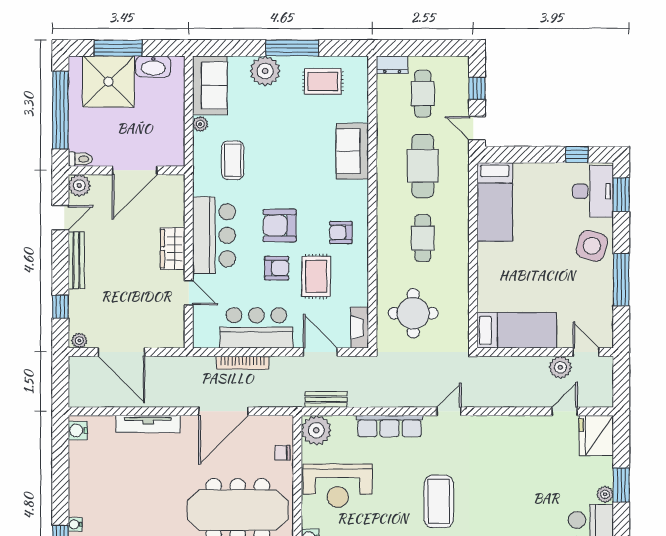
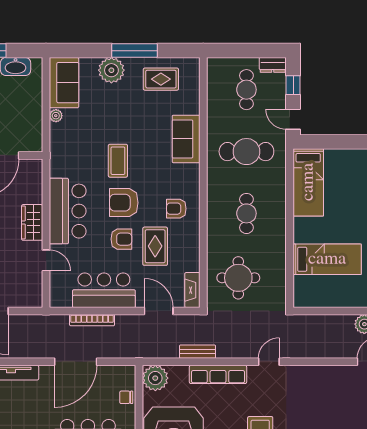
dresser: (392, 65) -> (273, 65), moved
coffee table: (233, 160) -> (118, 161), moved
cafe table: (423, 166) -> (246, 152), turned 90
bed: (517, 330) -> (327, 259), moved
bench: (326, 399) -> (198, 352), moved

